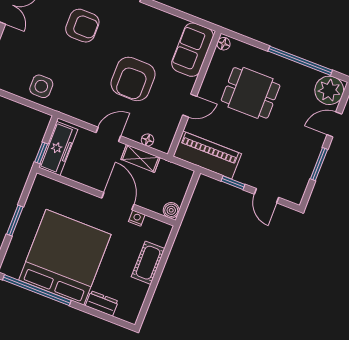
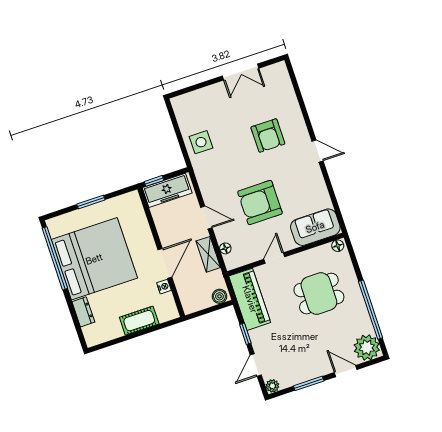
dining table: (251, 93) -> (319, 294), turned 90
door: (190, 106) -> (274, 258), swing flipped
plant: (296, 196) -> (272, 386), added
boiler: (171, 210) -> (219, 296), moved

